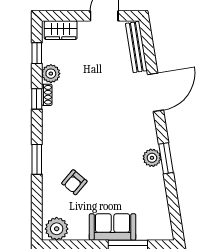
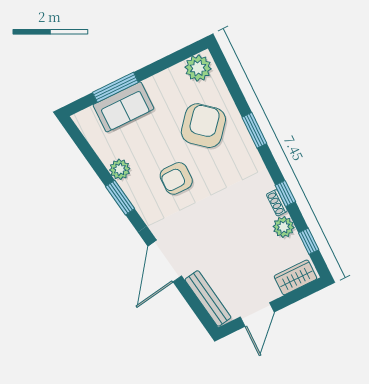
armchair: (115, 152) -> (176, 178), added
plant: (152, 158) -> (120, 169), moved
armchair: (74, 182) -> (203, 126), width x1.88, depth x1.88
sofa: (113, 227) -> (123, 107), moved

